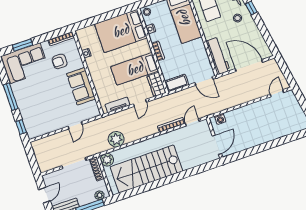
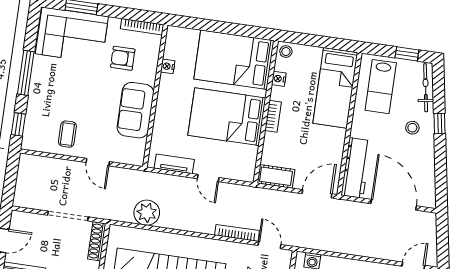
bed: (135, 69) -> (227, 117), width x1.50
door: (204, 81) -> (317, 194), swing flipped
wardrobe: (156, 84) -> (246, 163), removed
door: (140, 103) -> (208, 178), hinge flipped
coffee table: (51, 118) -> (67, 134), added
door: (192, 122) -> (269, 245), hinge flipped
door: (75, 125) -> (98, 162), hinge flipped
plant: (107, 160) -> (118, 236), removed

